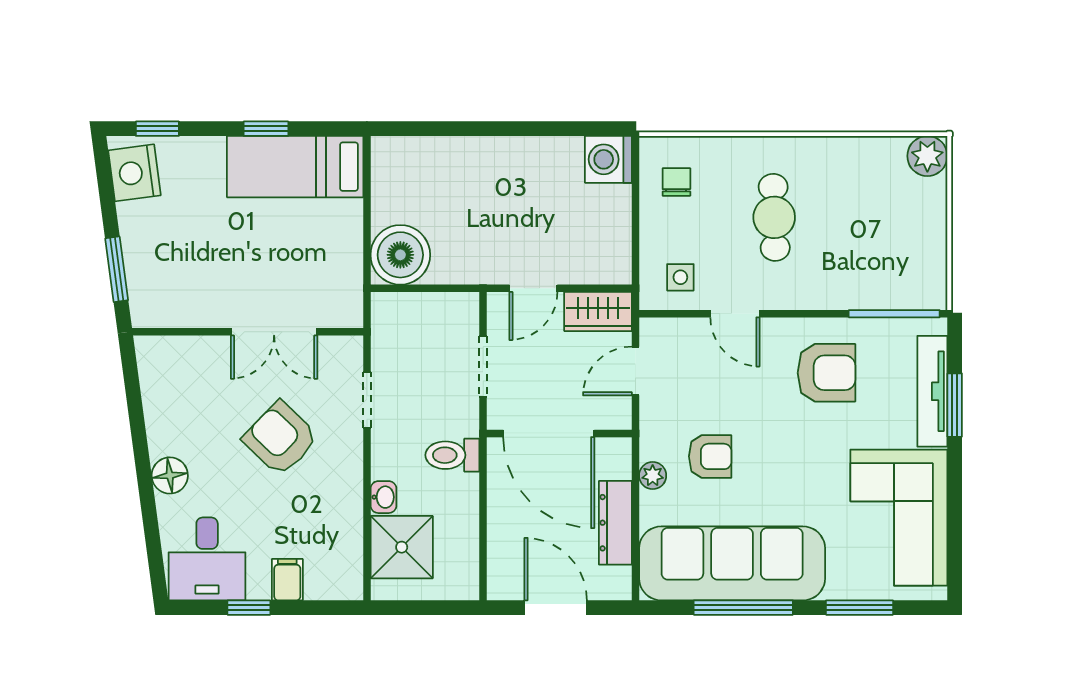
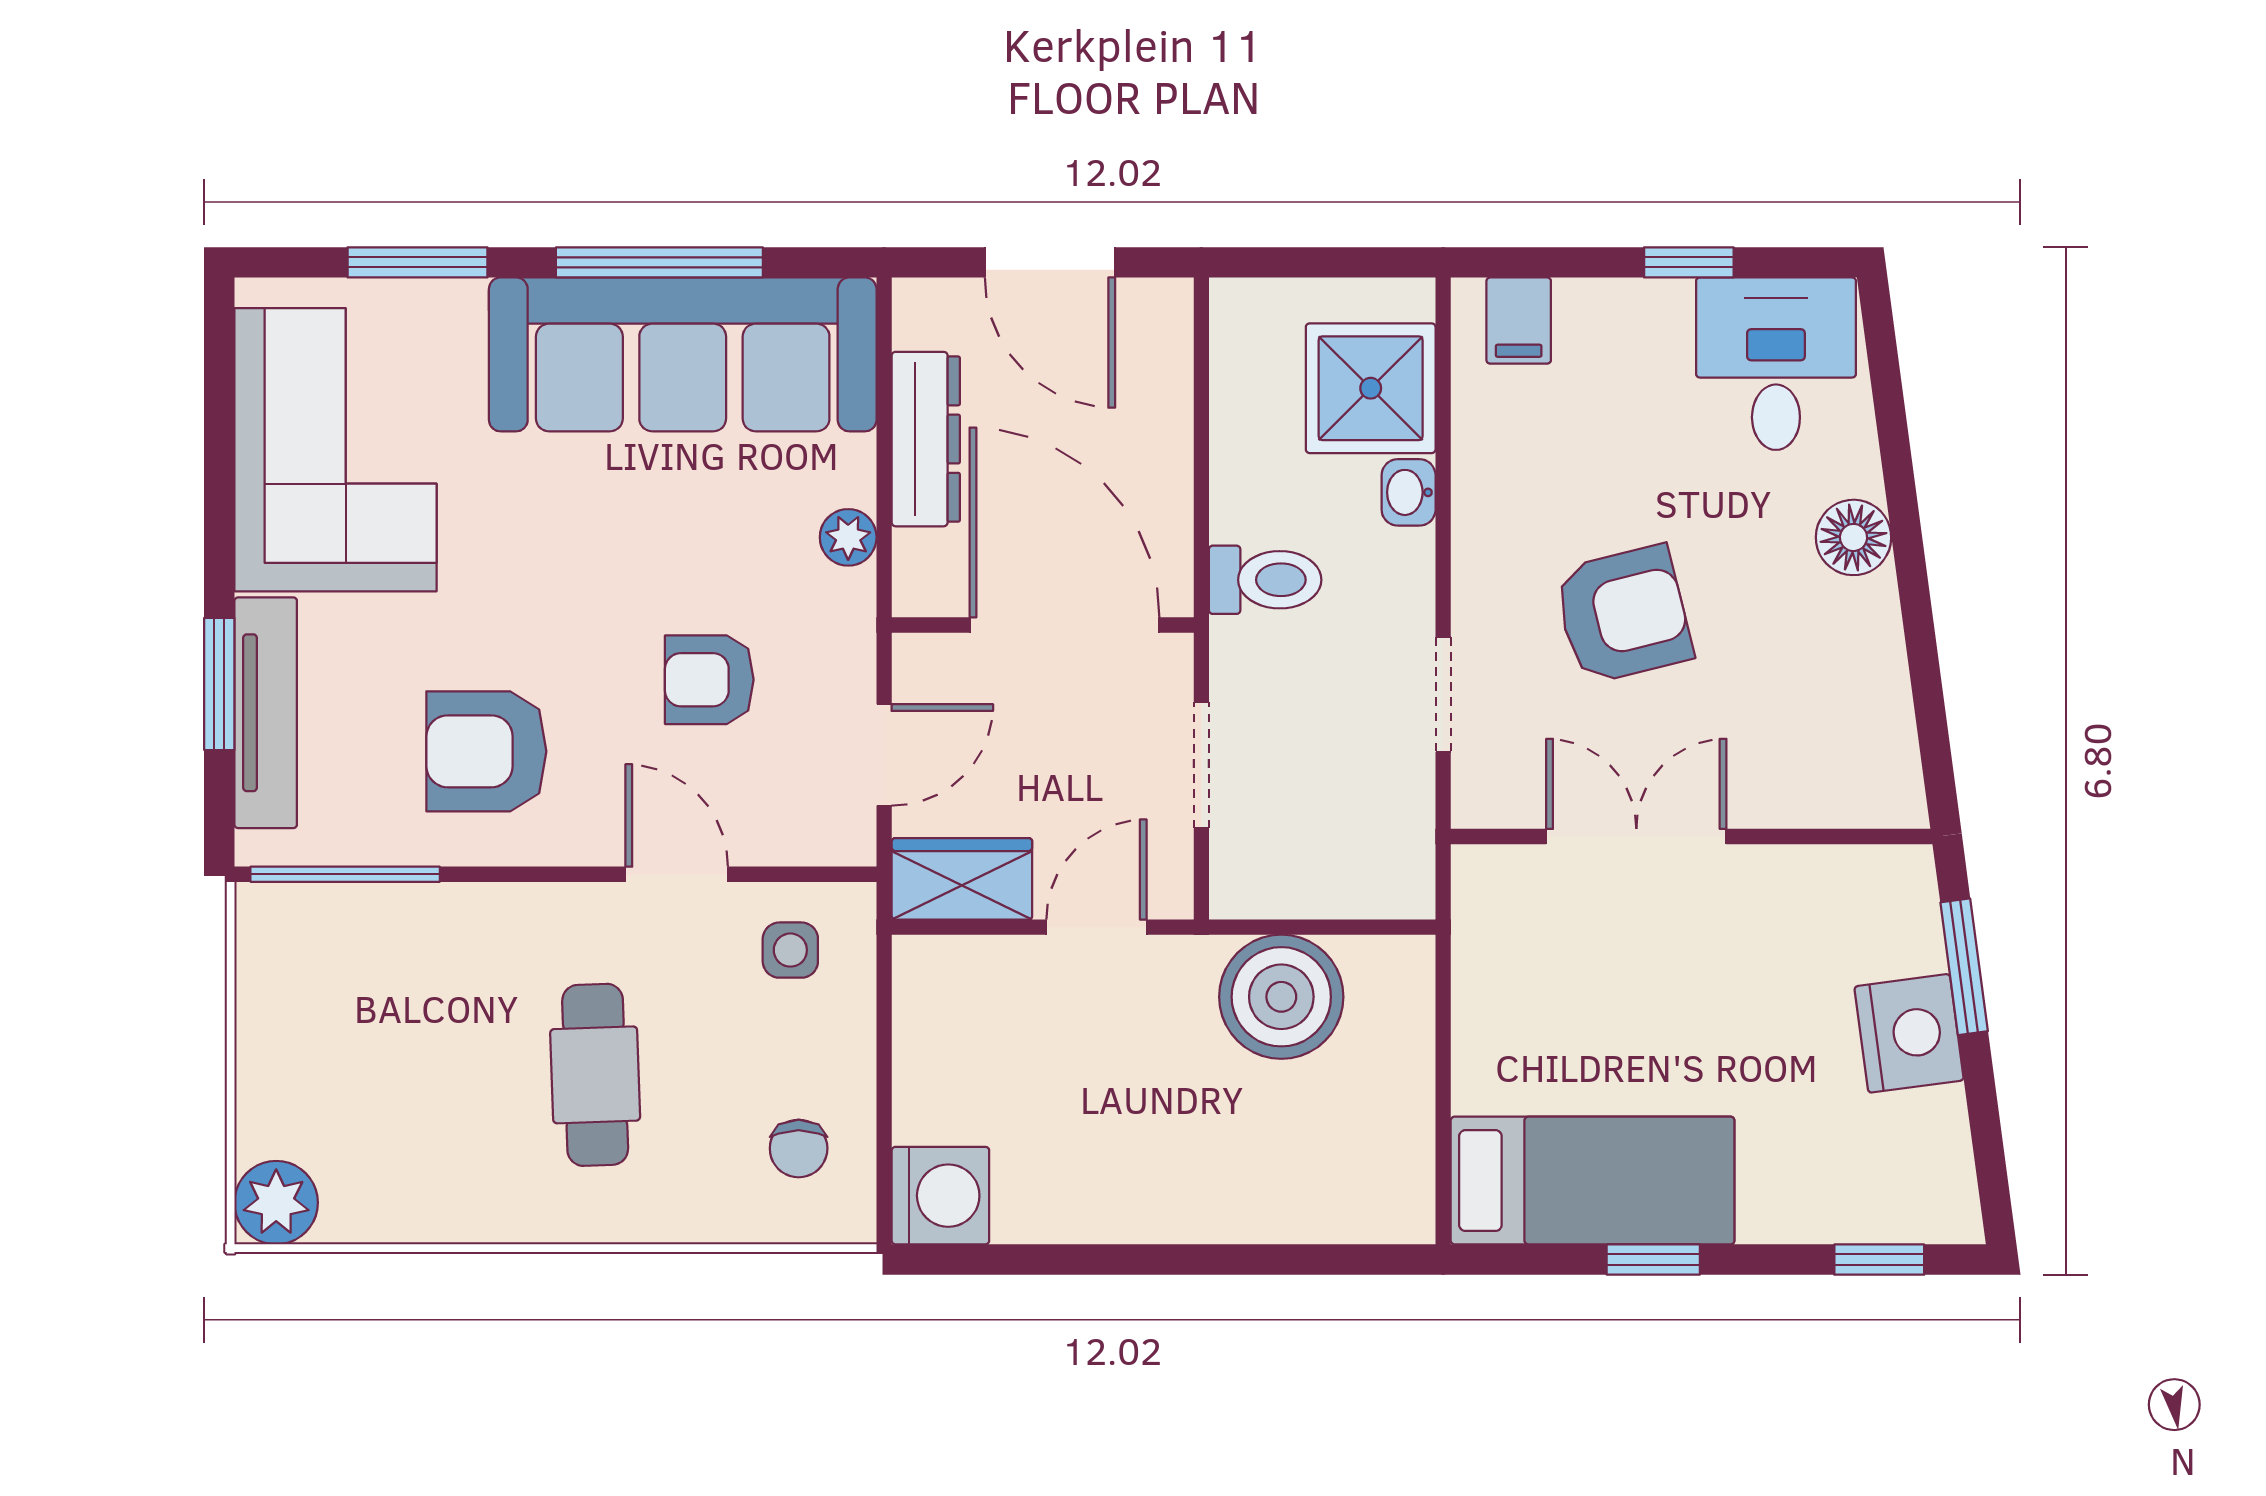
nightstand: (134, 173) -> (1909, 1033), moved
boiler: (400, 255) -> (1281, 997), moved
armchair: (280, 438) -> (1623, 615), turned -58
armchair: (710, 456) -> (709, 680), moved
filing cabinet: (287, 580) -> (1519, 321), moved

